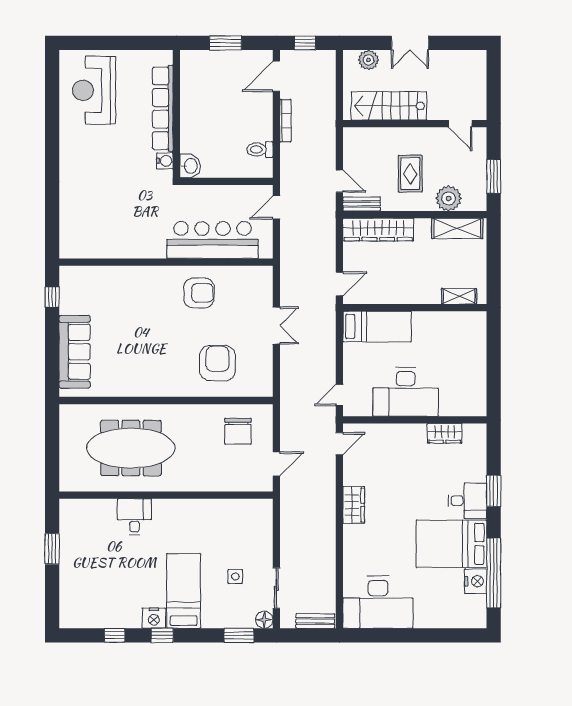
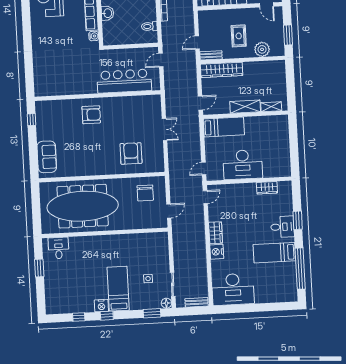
washbasin: (190, 166) -> (107, 13), moved
door: (339, 181) -> (197, 42), swing flipped
shelving: (457, 228) -> (245, 107), moved
armchair: (199, 293) -> (91, 115), moved
sofa: (75, 352) -> (47, 157), width x0.73
meeting table: (131, 448) -> (83, 206), width x1.36, depth x1.27
desk: (134, 517) -> (59, 248), moved
bed: (452, 544) -> (274, 253), width x0.67
nightstand: (476, 581) -> (217, 252), moved, turned 180

